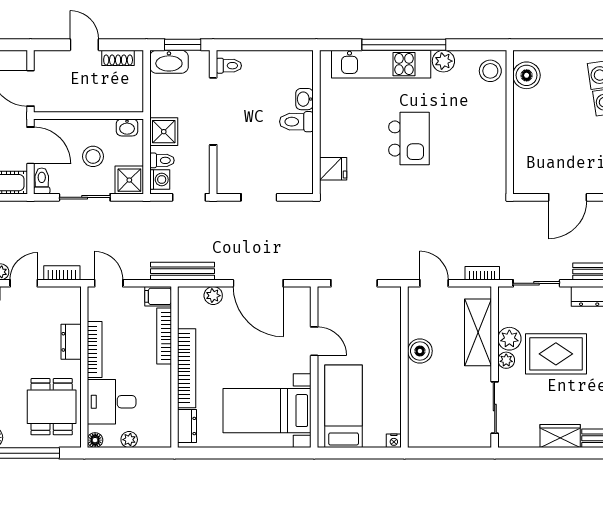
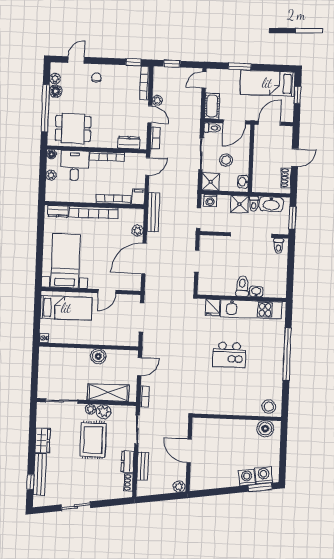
plant: (443, 61) -> (276, 378), removed
washbasin: (169, 62) -> (271, 204), moved, turned -90
kitchen unit: (381, 64) -> (251, 309), moved, turned -90
toilet: (162, 160) -> (254, 204), moved
dresser: (71, 342) -> (129, 143), moved

